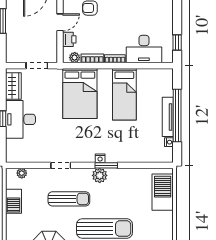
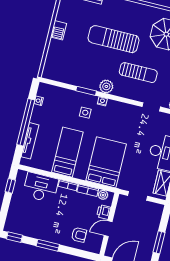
tv unit: (168, 117) -> (30, 141), moved
side table: (116, 142) -> (85, 113), added
doorway: (61, 165) -> (151, 107), moved
window: (106, 165) -> (86, 91), moved
barbecue: (163, 192) -> (59, 30), moved, width x0.53, depth x0.65
sun lounger: (69, 199) -> (138, 73), turned 180

